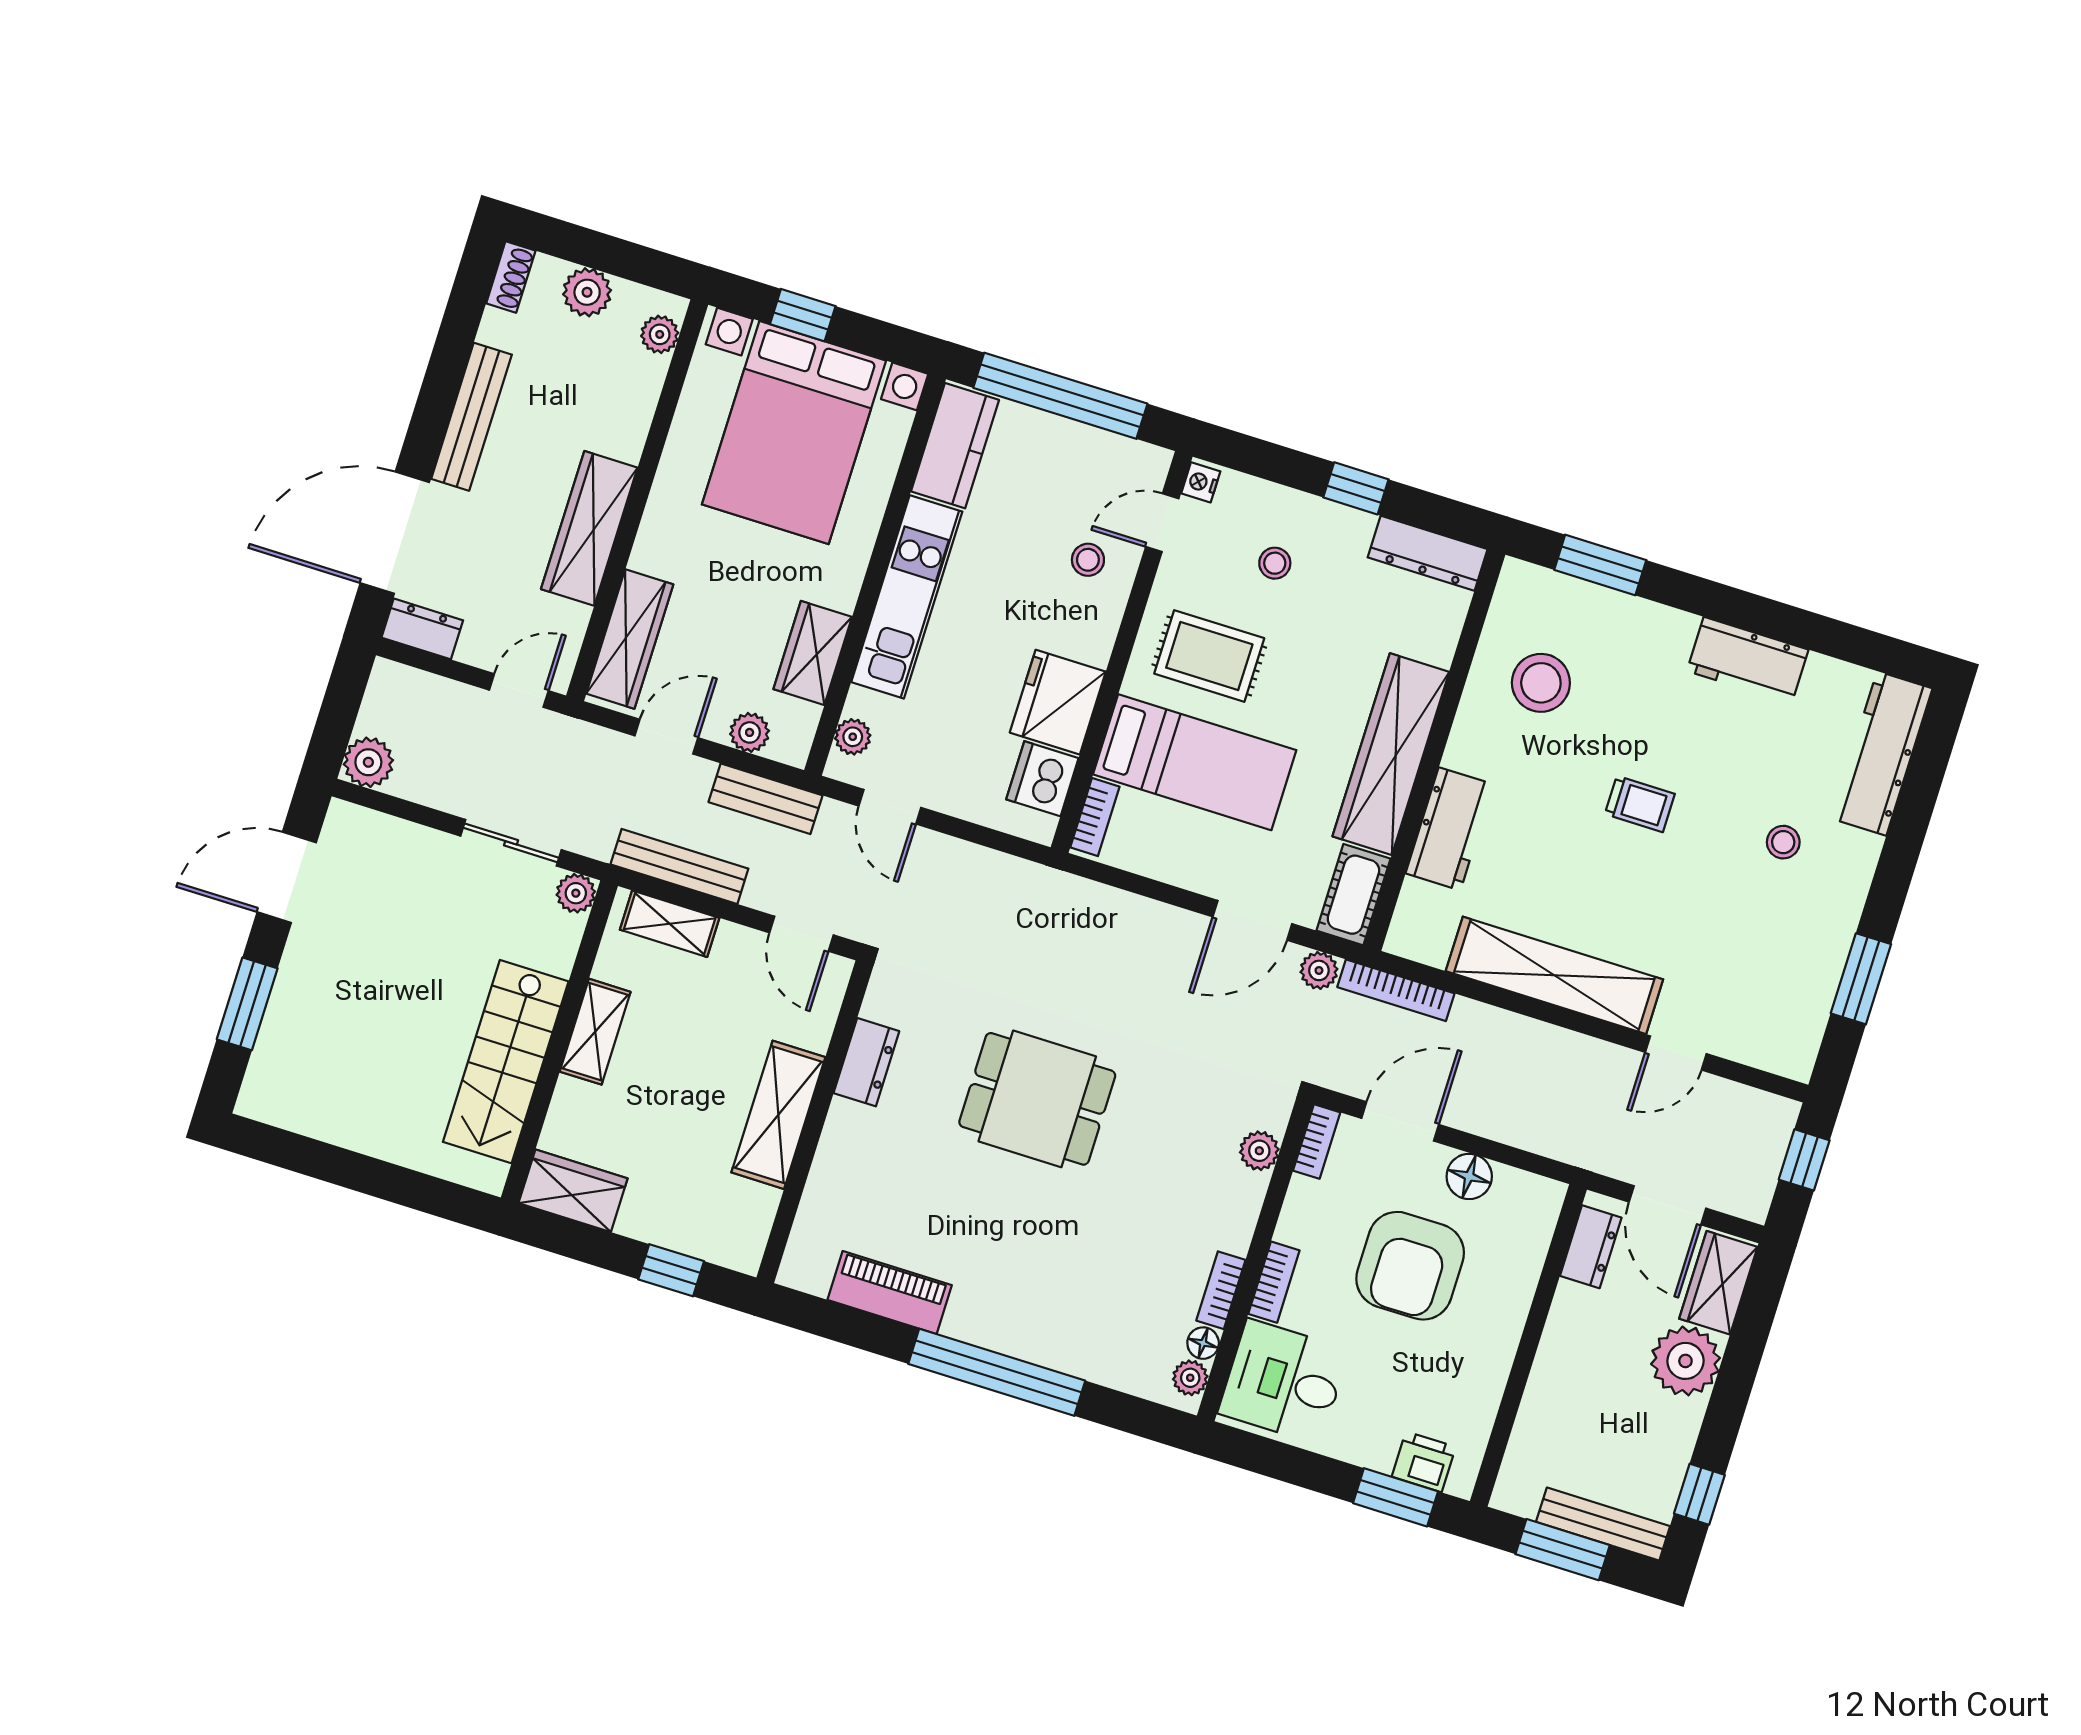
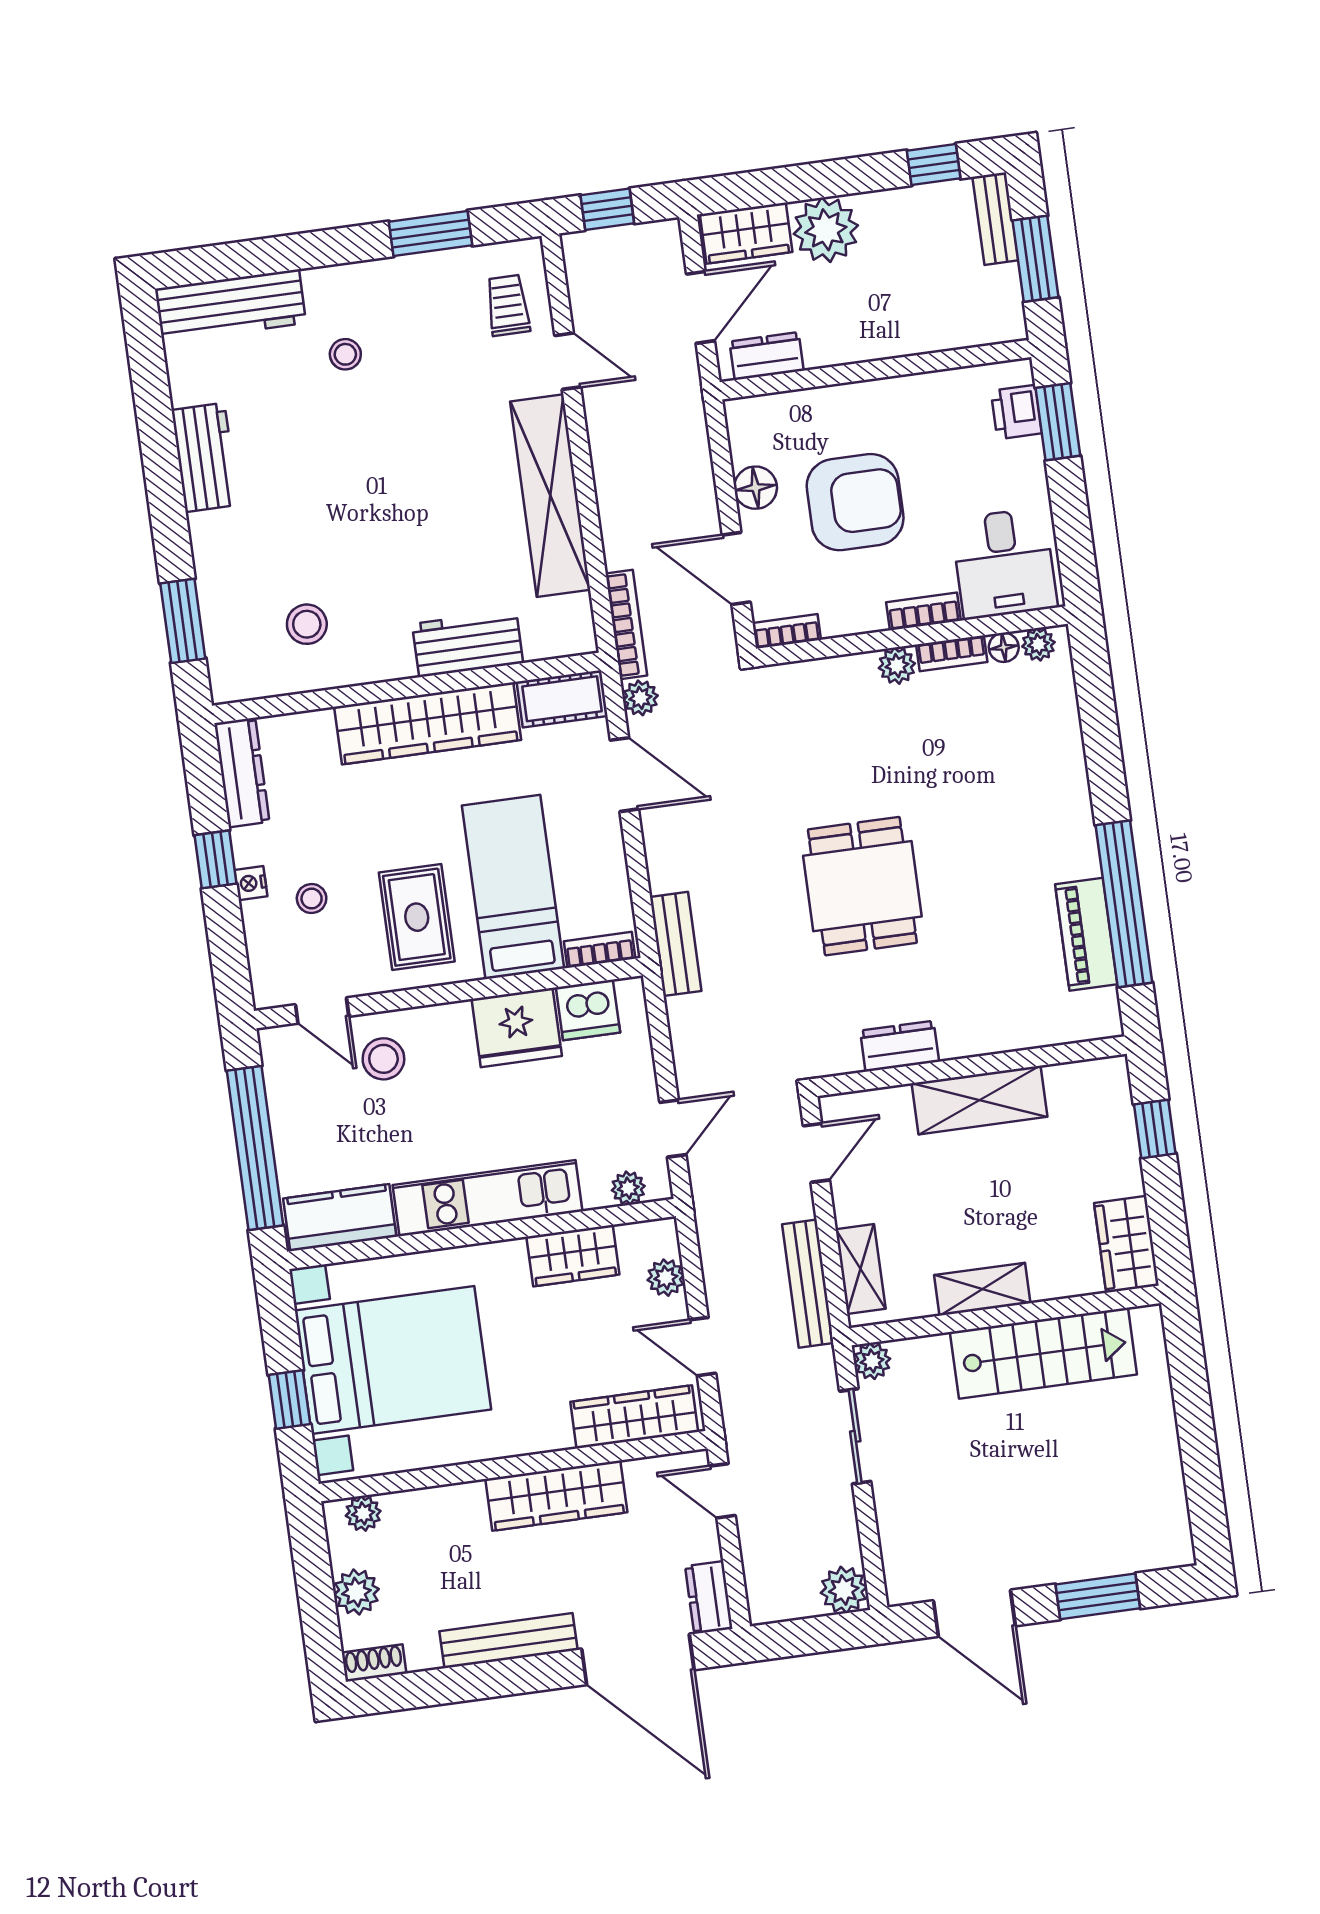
nightstand: (1201, 482) -> (251, 883), moved, turned 90
stool: (1088, 560) -> (383, 1059), width x1.37, depth x1.37
stool: (1541, 683) -> (307, 624), width x0.73, depth x0.73
bench: (765, 799) -> (676, 944), moved
trolley: (1640, 804) -> (508, 305), moved
plant: (1259, 1151) -> (897, 666), moved
window: (997, 1372) -> (1124, 904), moved
bench: (1603, 1524) -> (995, 219), width x0.73

